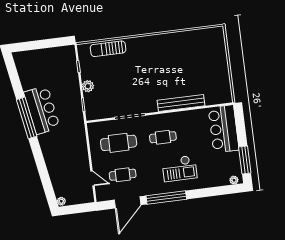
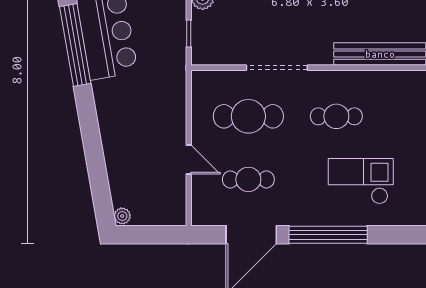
checkout: (179, 168) -> (361, 181), turned 180
door: (93, 178) -> (189, 160), moved

